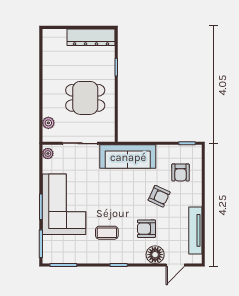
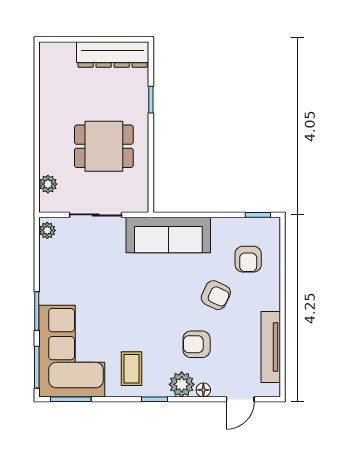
corner sofa: (64, 204) -> (72, 351), moved
coffee table: (107, 233) -> (131, 369), moved, turned 90
plant: (137, 255) -> (182, 384), added
floor lamp: (155, 255) -> (203, 390), width x0.53, depth x0.53

